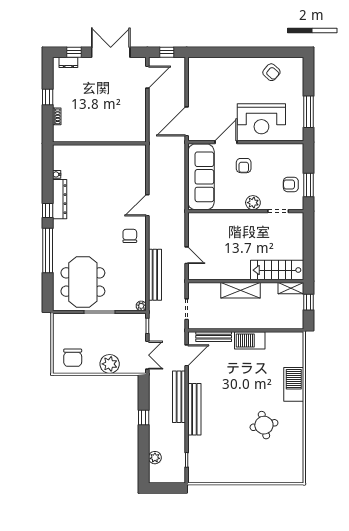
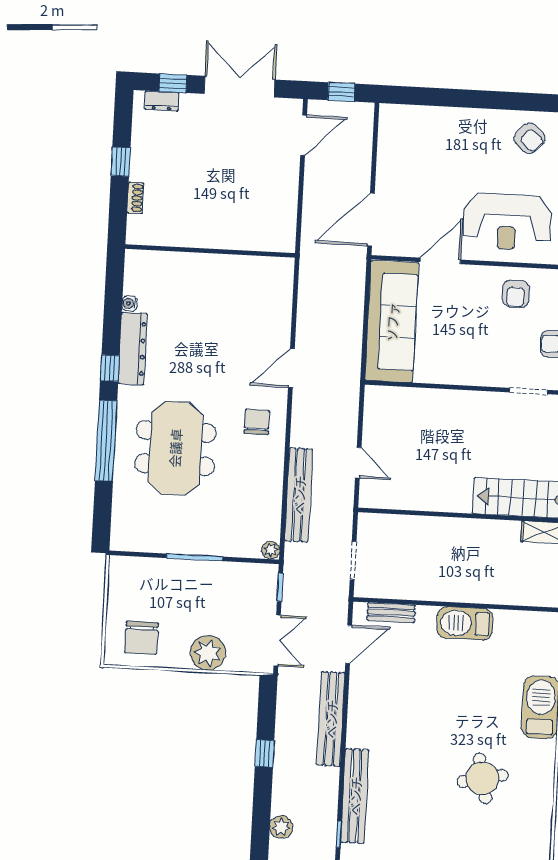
armchair: (244, 166) -> (516, 294), moved
plant: (253, 203) -> (484, 373), removed
meeting table: (83, 282) -> (175, 448), moved
shelving: (241, 290) -> (453, 531), removed
bench: (214, 337) -> (391, 613), width x0.73
bench: (194, 409) -> (355, 796), moved

